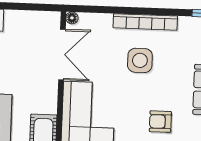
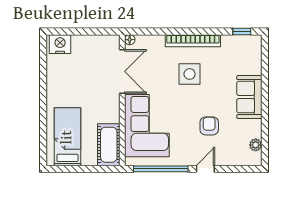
armchair: (160, 122) -> (209, 126), turned 90

